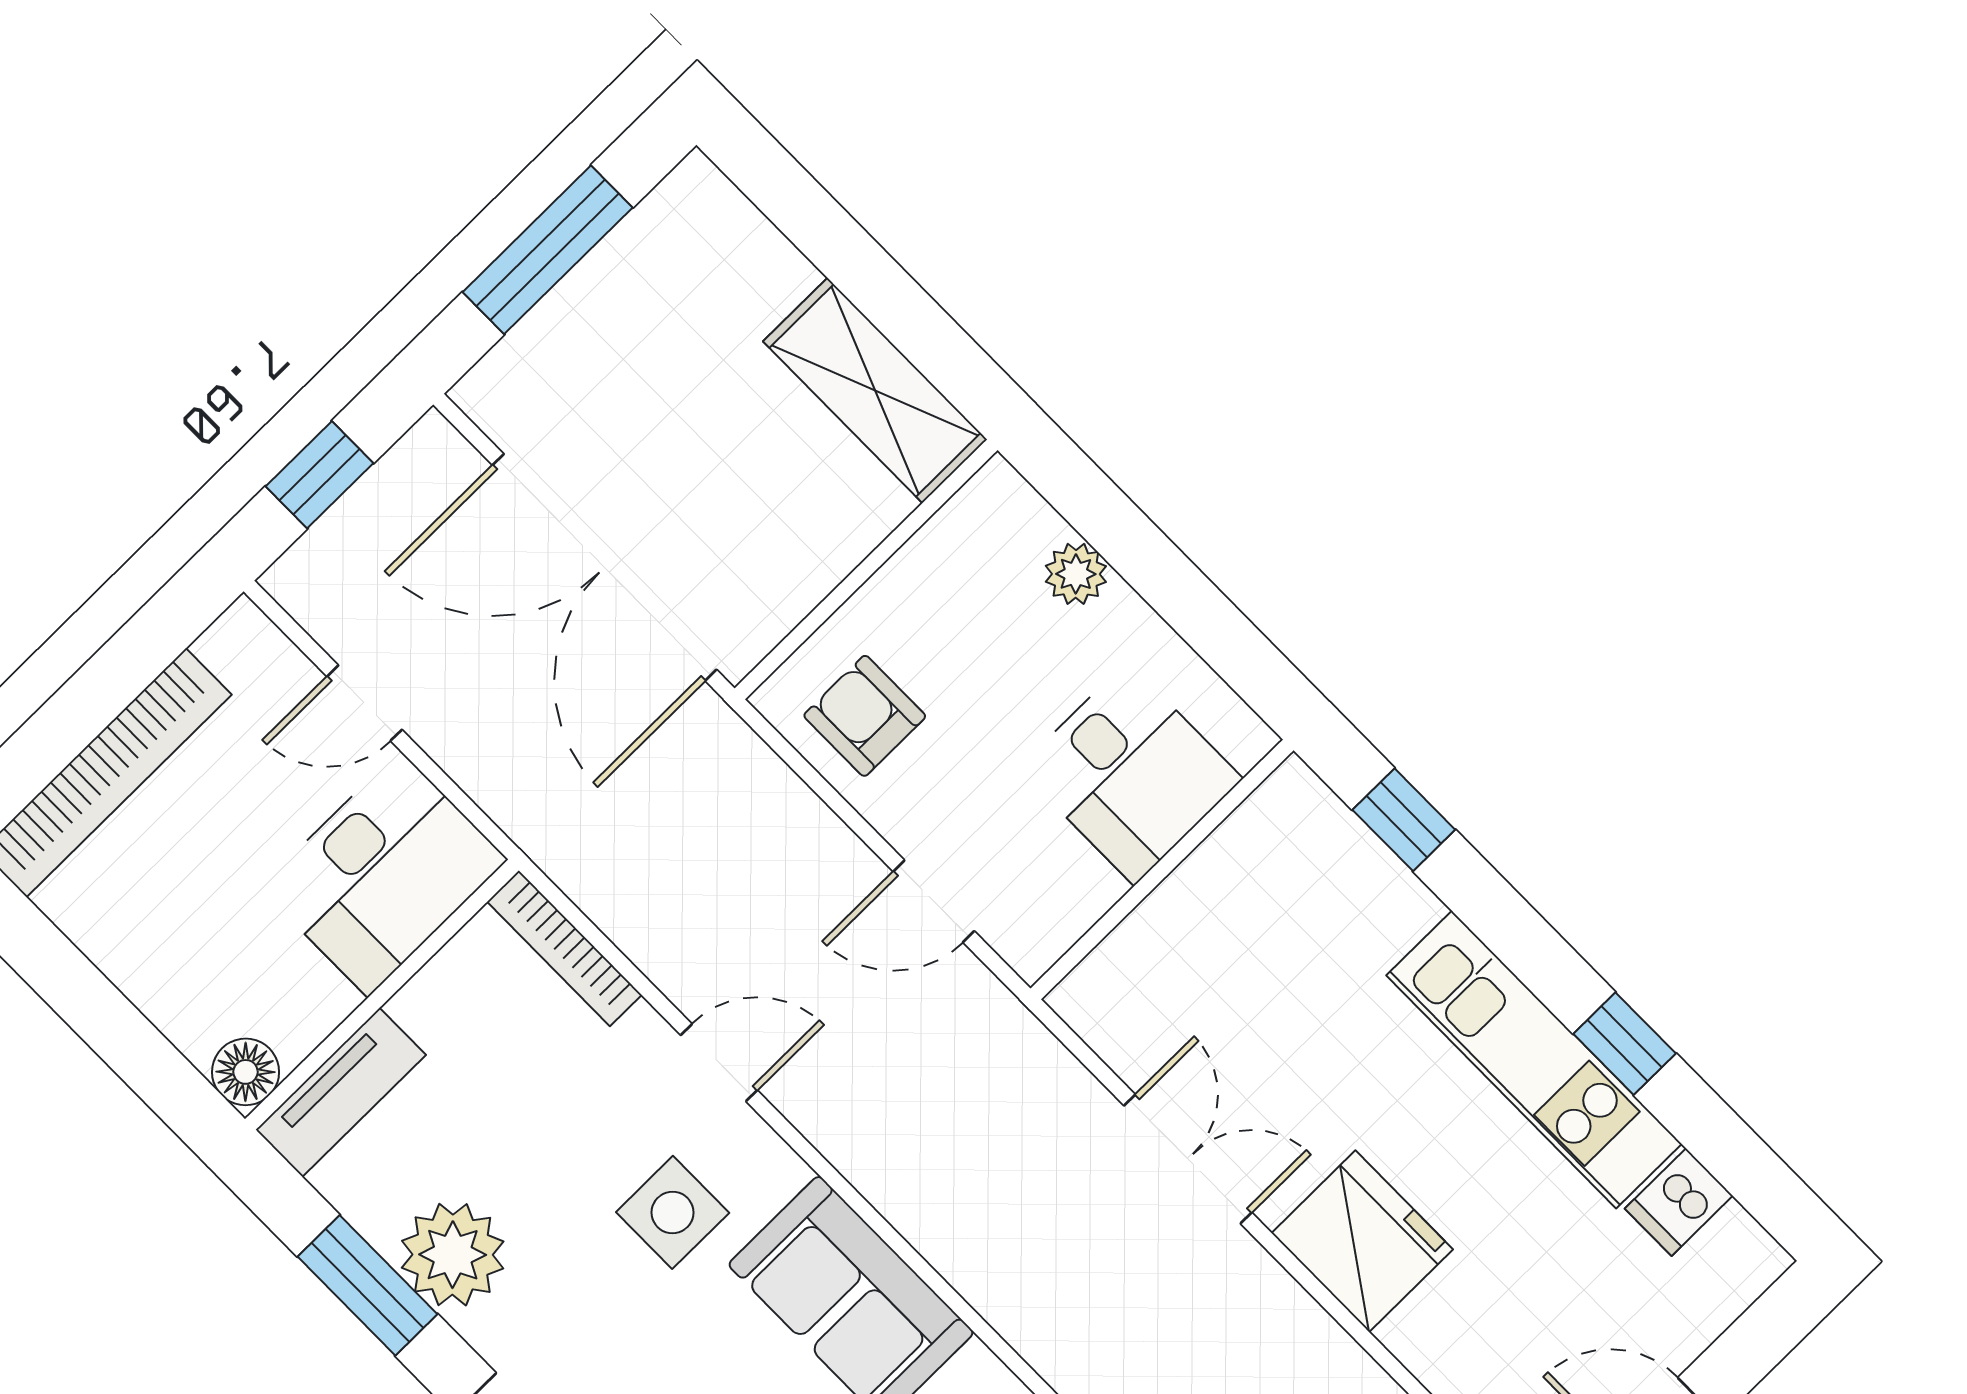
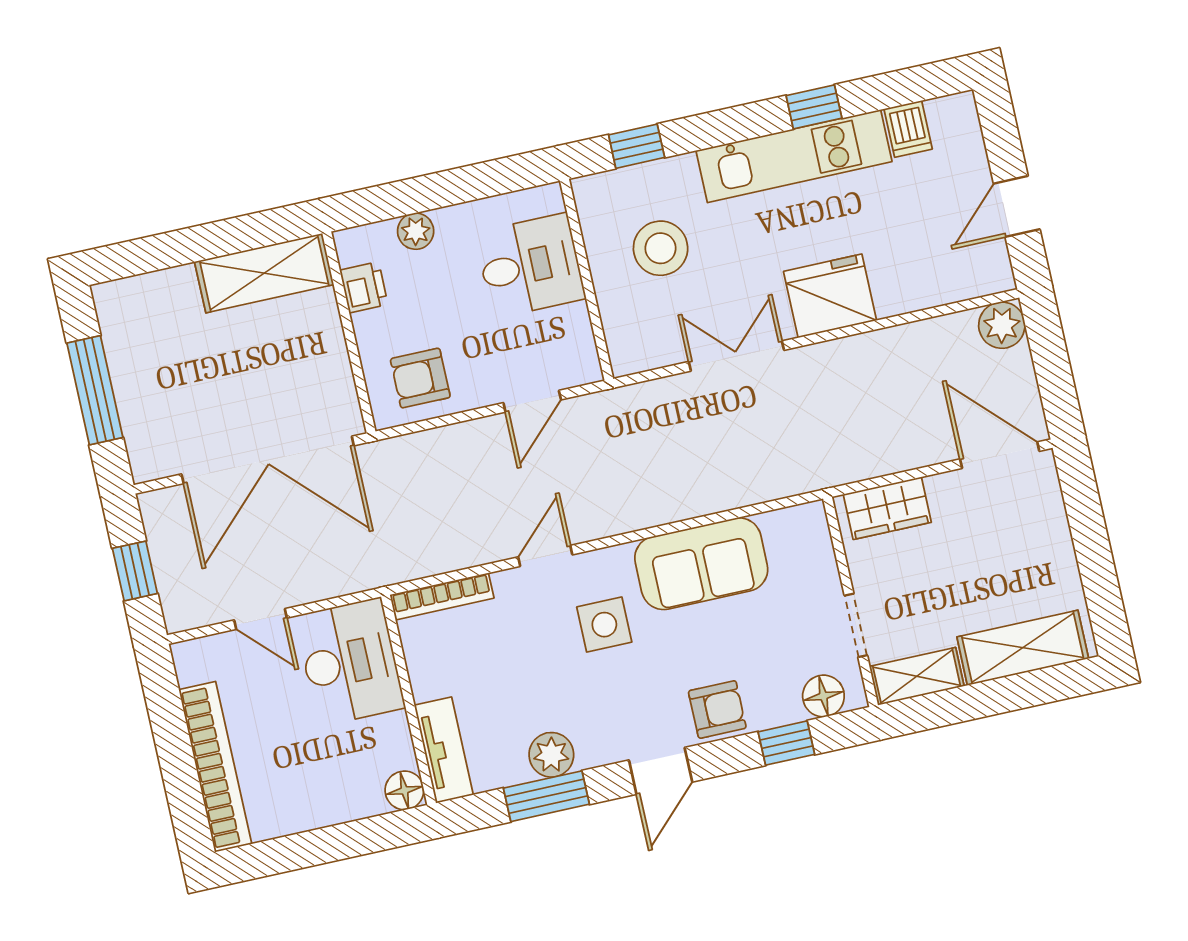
printer: (946, 550) -> (364, 287), added
door: (364, 703) -> (260, 619), hinge flipped
stool: (1276, 949) -> (661, 248), added
plant: (453, 1255) -> (551, 755), width x0.73, depth x0.73

